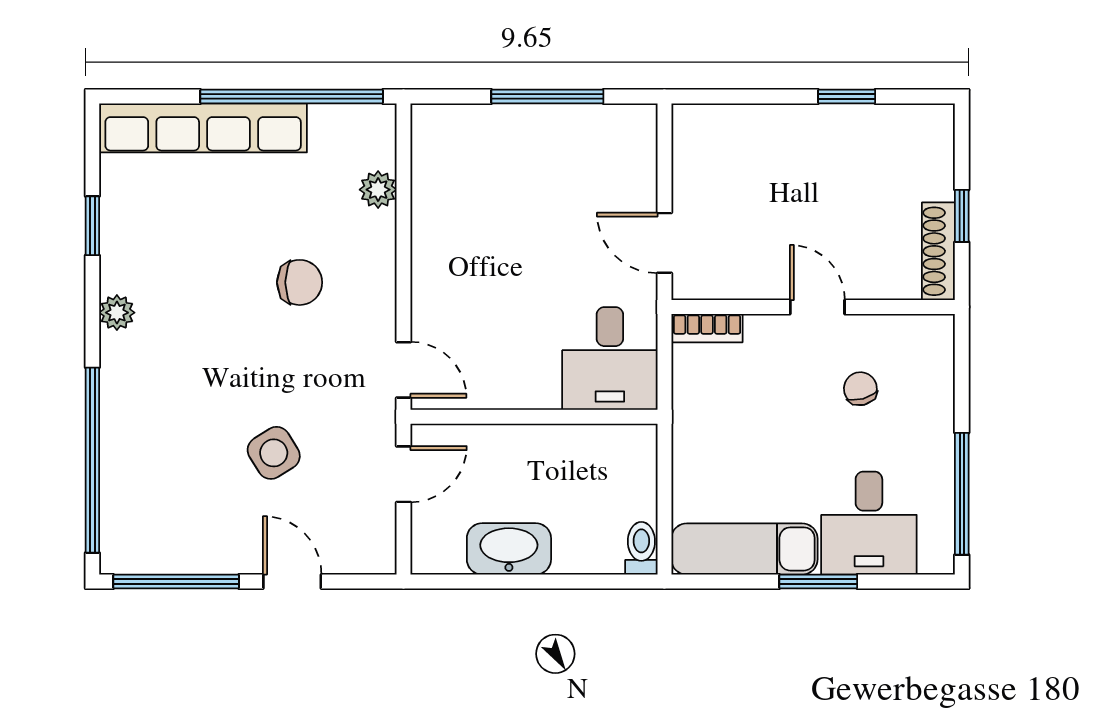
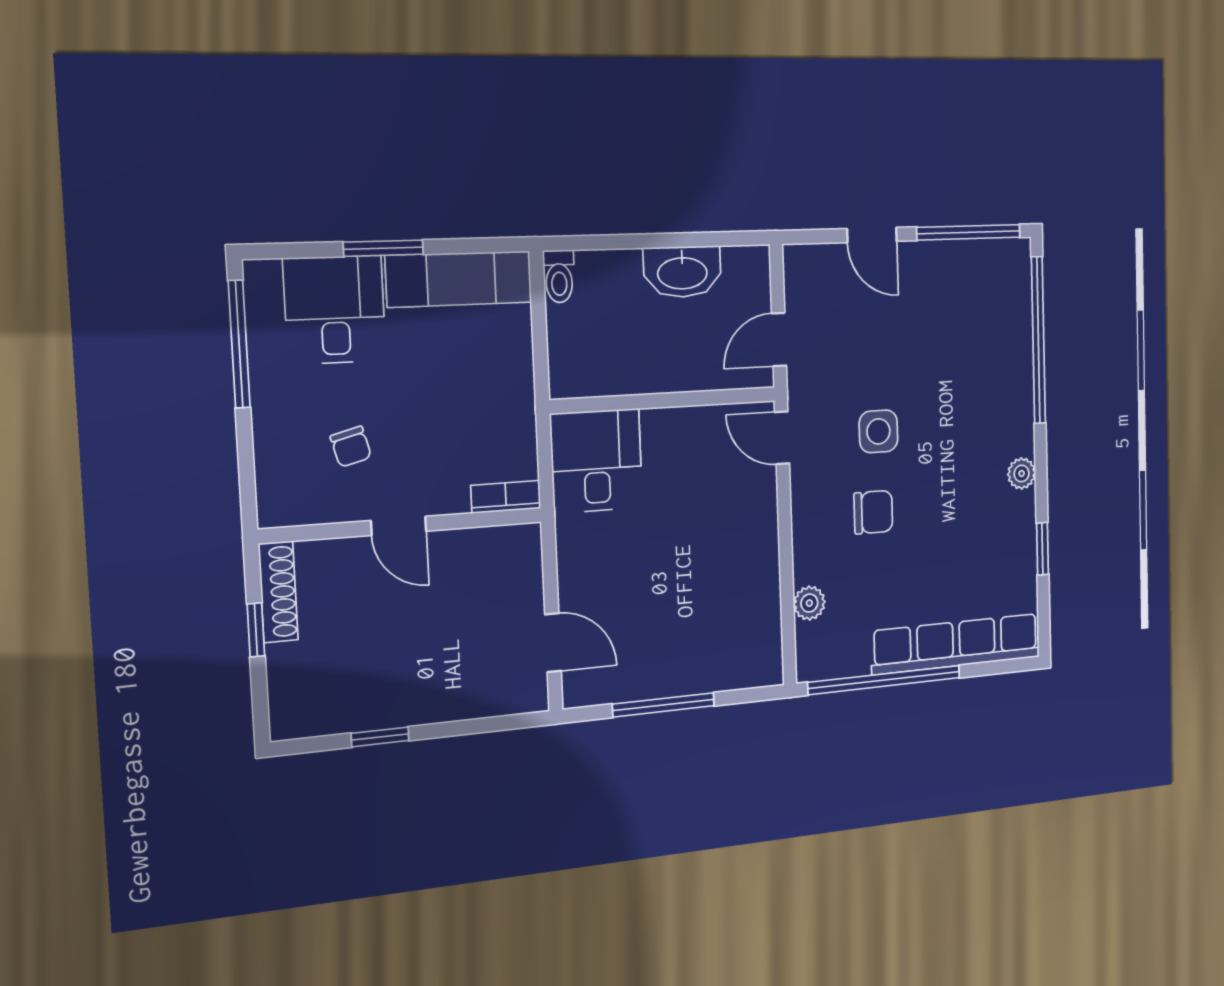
door: (664, 243) -> (553, 643), moved
chair: (300, 282) -> (873, 512), turned 180
side table: (274, 453) -> (878, 431), moved, turned 32

